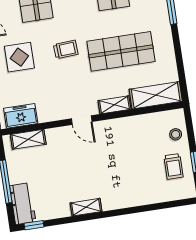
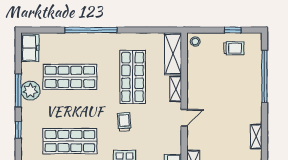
stool: (176, 134) -> (195, 41), moved
shelving: (86, 207) -> (256, 137), moved
window: (145, 208) -> (264, 77), added

